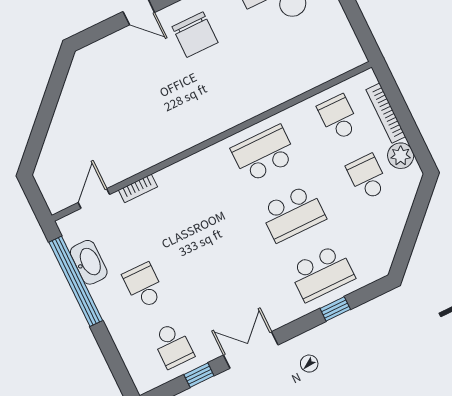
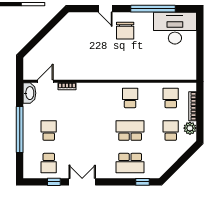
school desk: (264, 154) -> (130, 98), width x0.54
school desk: (293, 213) -> (130, 131), turned 180
washbasin: (89, 262) -> (29, 93), moved
window: (76, 281) -> (20, 130), moved
window: (335, 309) -> (142, 182), moved

